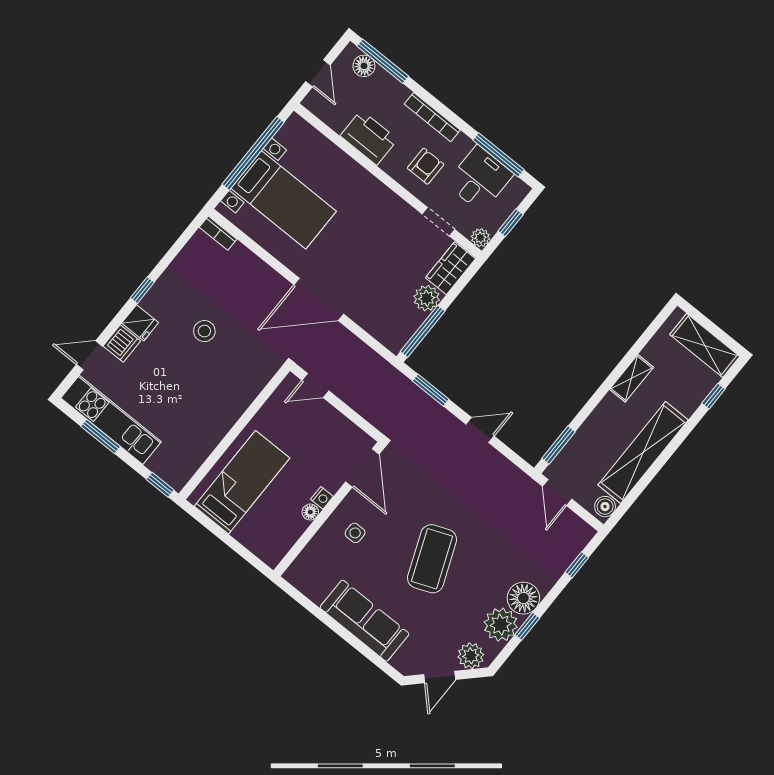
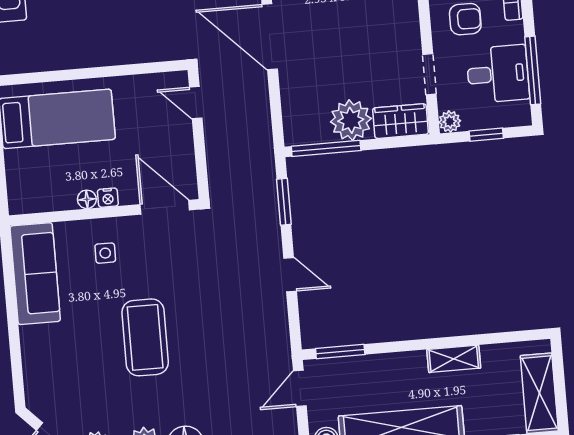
plant: (427, 298) -> (351, 120), width x1.36, depth x1.36
door: (362, 468) -> (165, 207), swing flipped
coffee table: (432, 559) -> (145, 337), turned -68
sofa: (365, 621) -> (35, 274), moved

